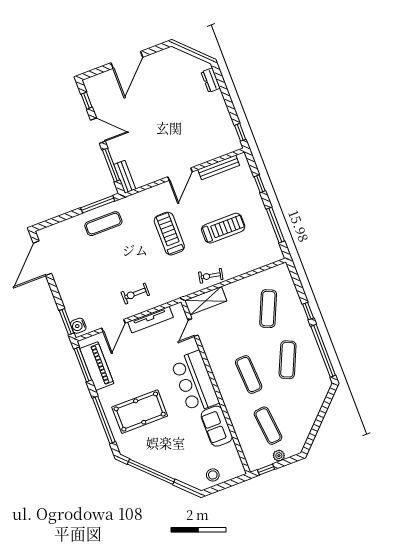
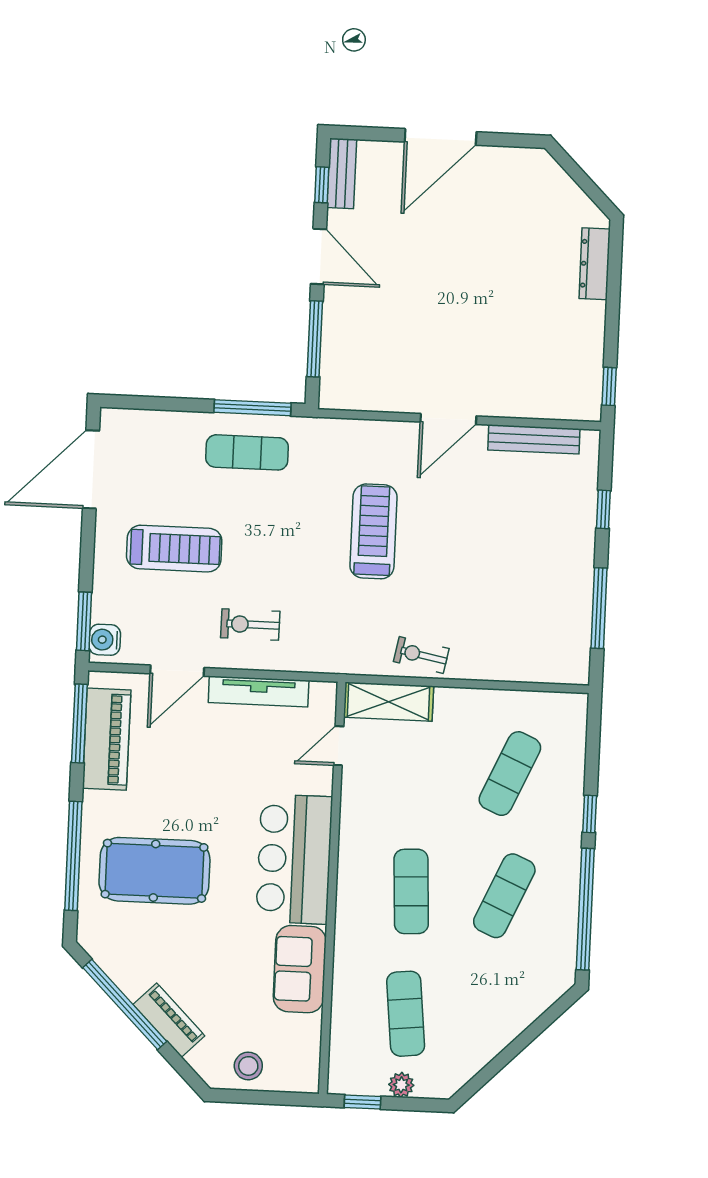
dresser: (211, 80) -> (595, 264), width x1.44
bench: (125, 177) -> (342, 173), moved
treadmill: (223, 228) -> (174, 549), moved
piano: (172, 470) -> (169, 1020), added

